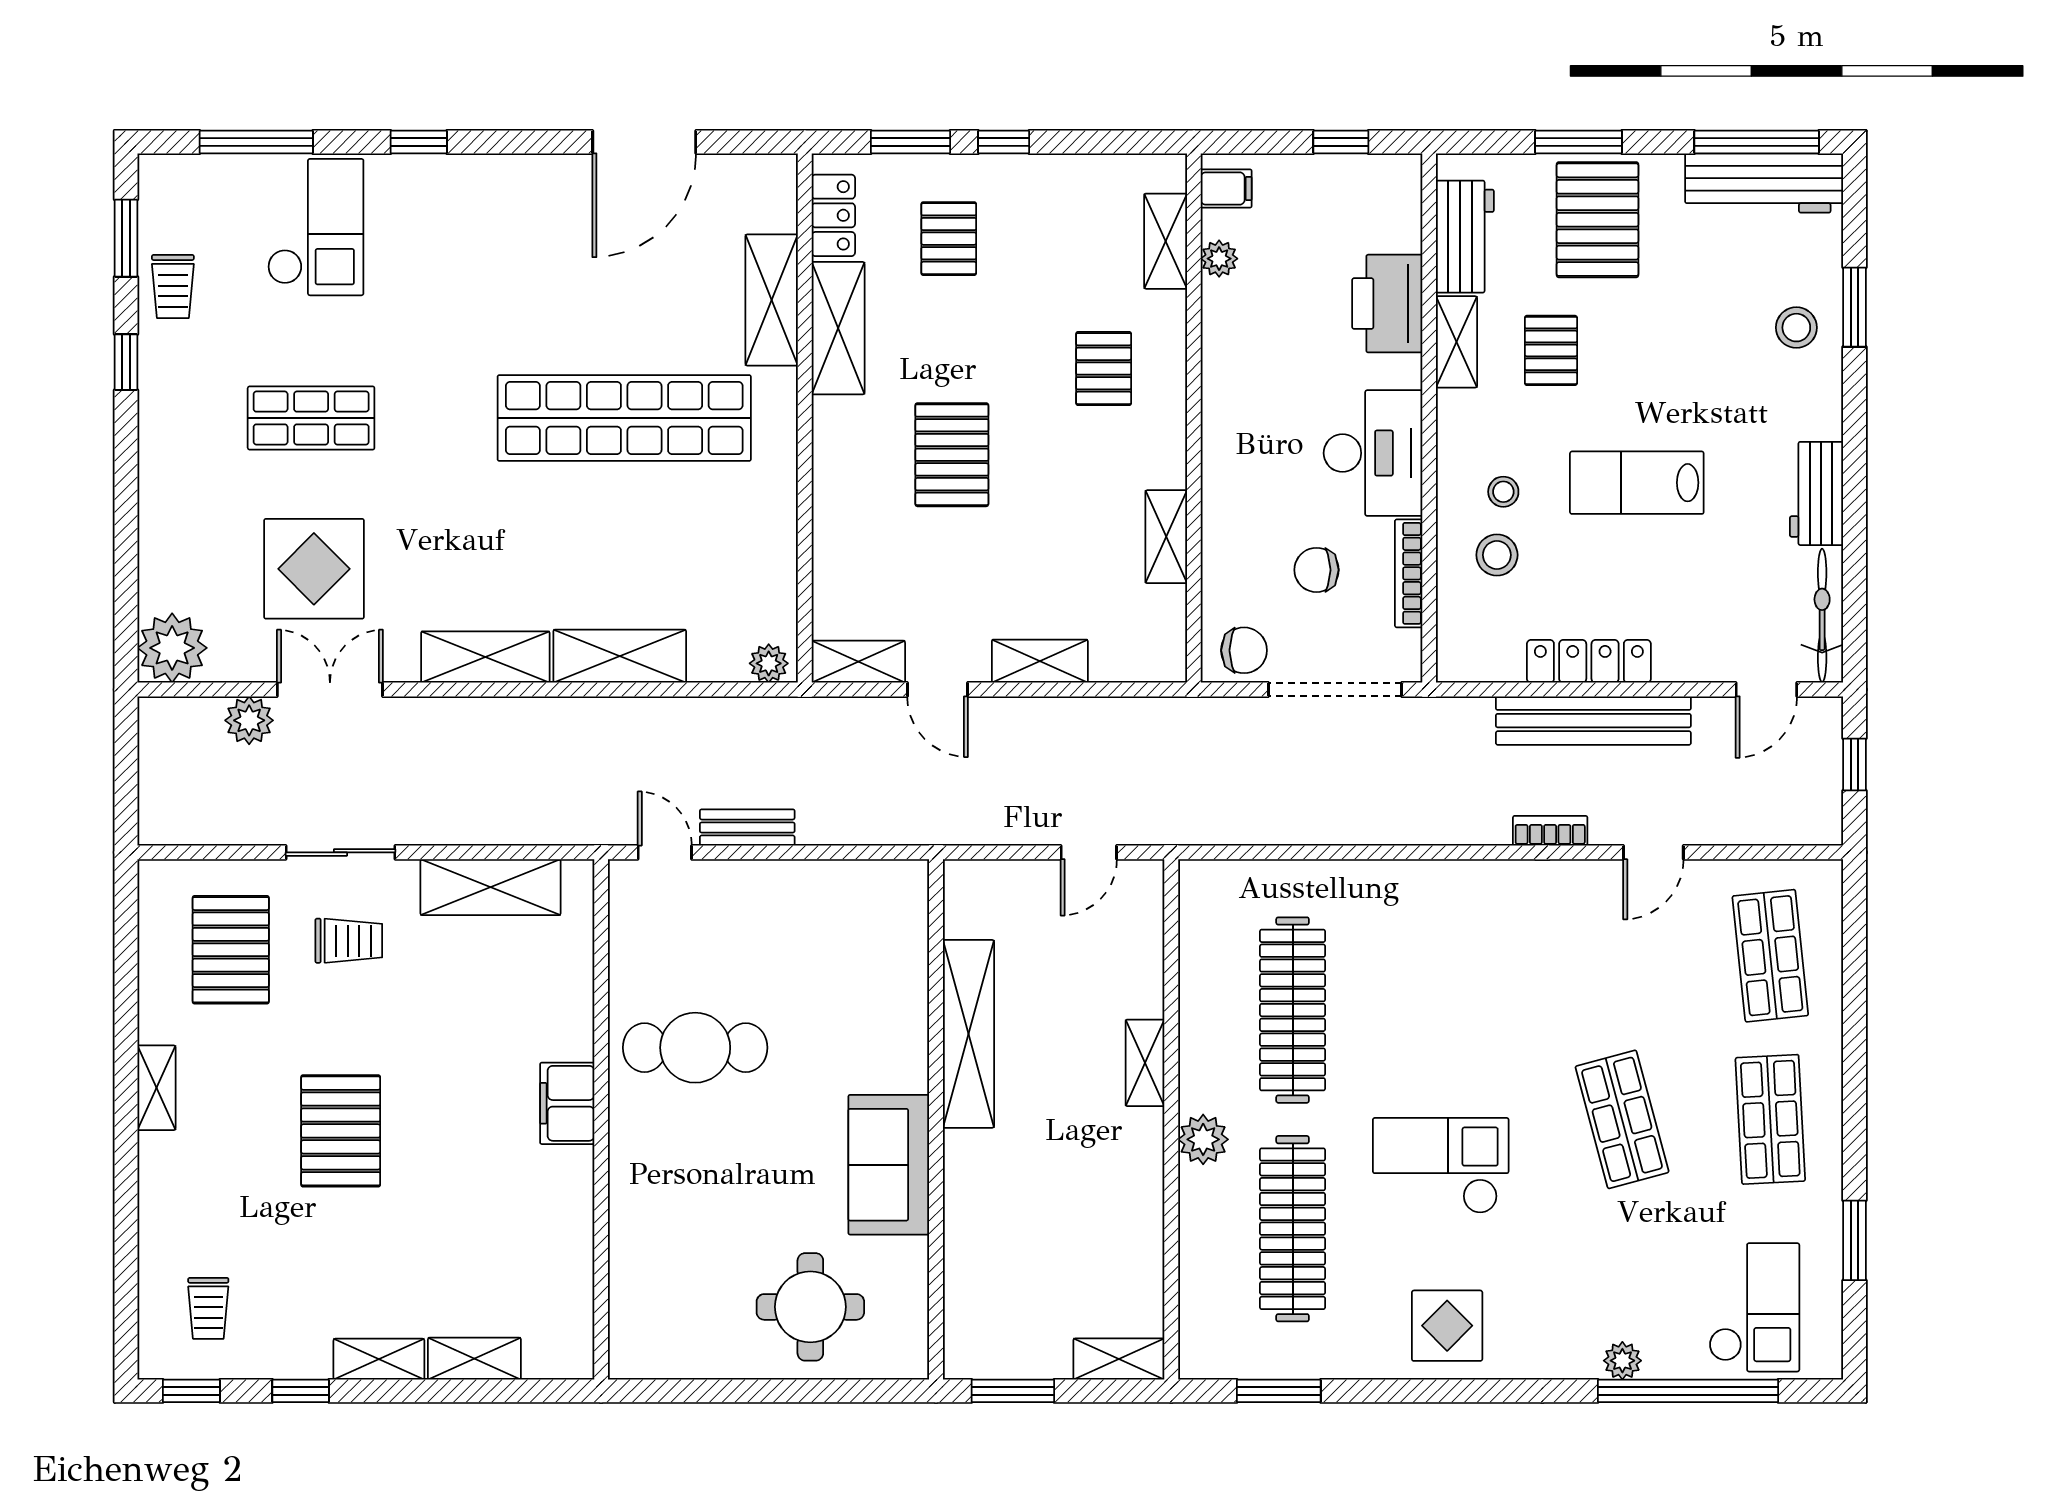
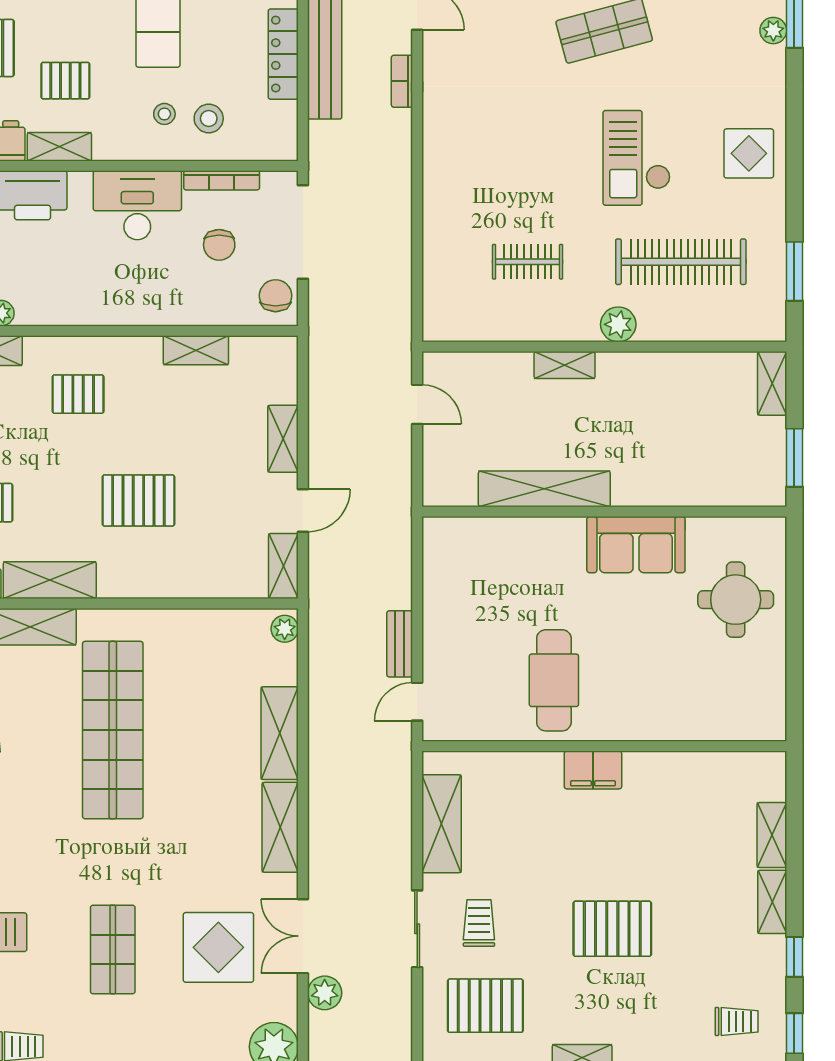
clothes rail: (1293, 1010) -> (528, 262), width x0.54, depth x0.76

